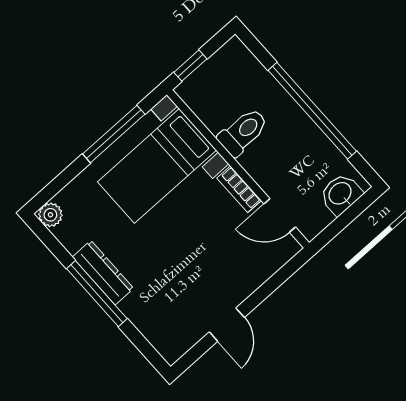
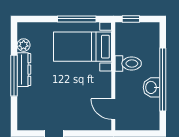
bookcase: (239, 189) -> (107, 85), removed
washbasin: (341, 194) -> (151, 87), moved, turned -90
plant: (50, 215) -> (24, 45), moved

